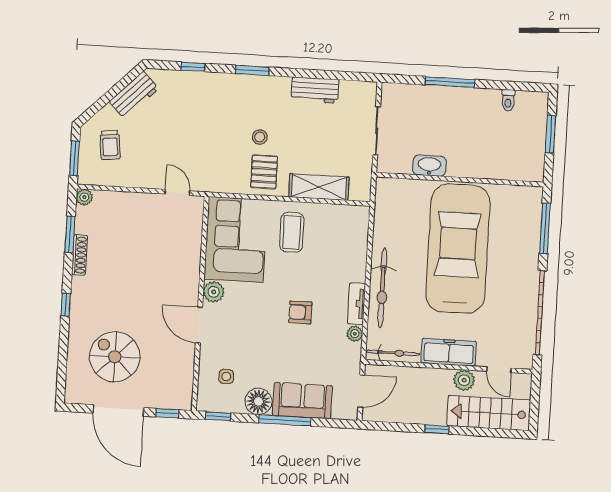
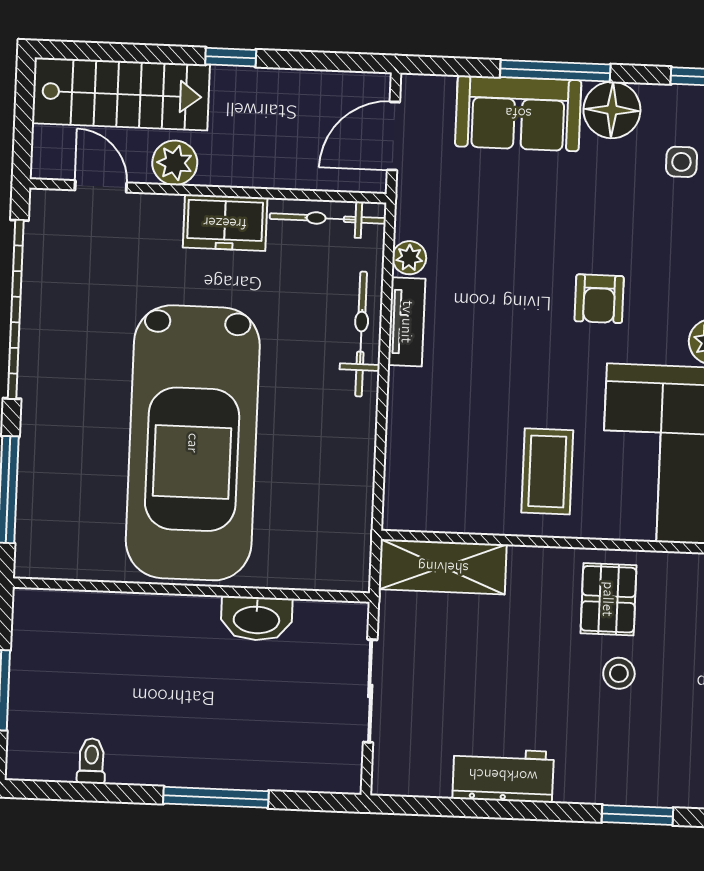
shelving: (319, 187) -> (443, 567), moved
bicycle: (382, 288) -> (361, 334), width x0.73, depth x0.71
armchair: (300, 312) -> (599, 299), moved, turned 90
freezer: (449, 352) -> (225, 223), width x0.71

